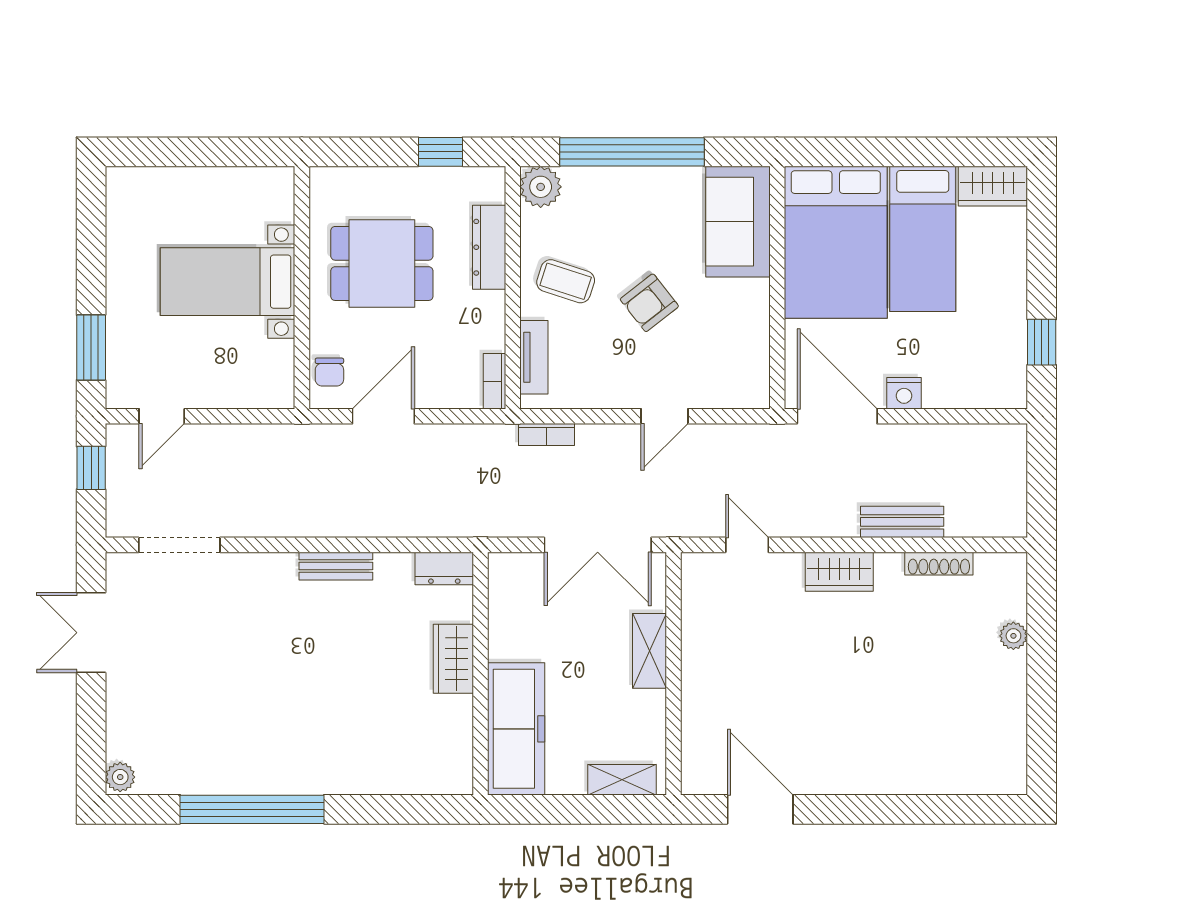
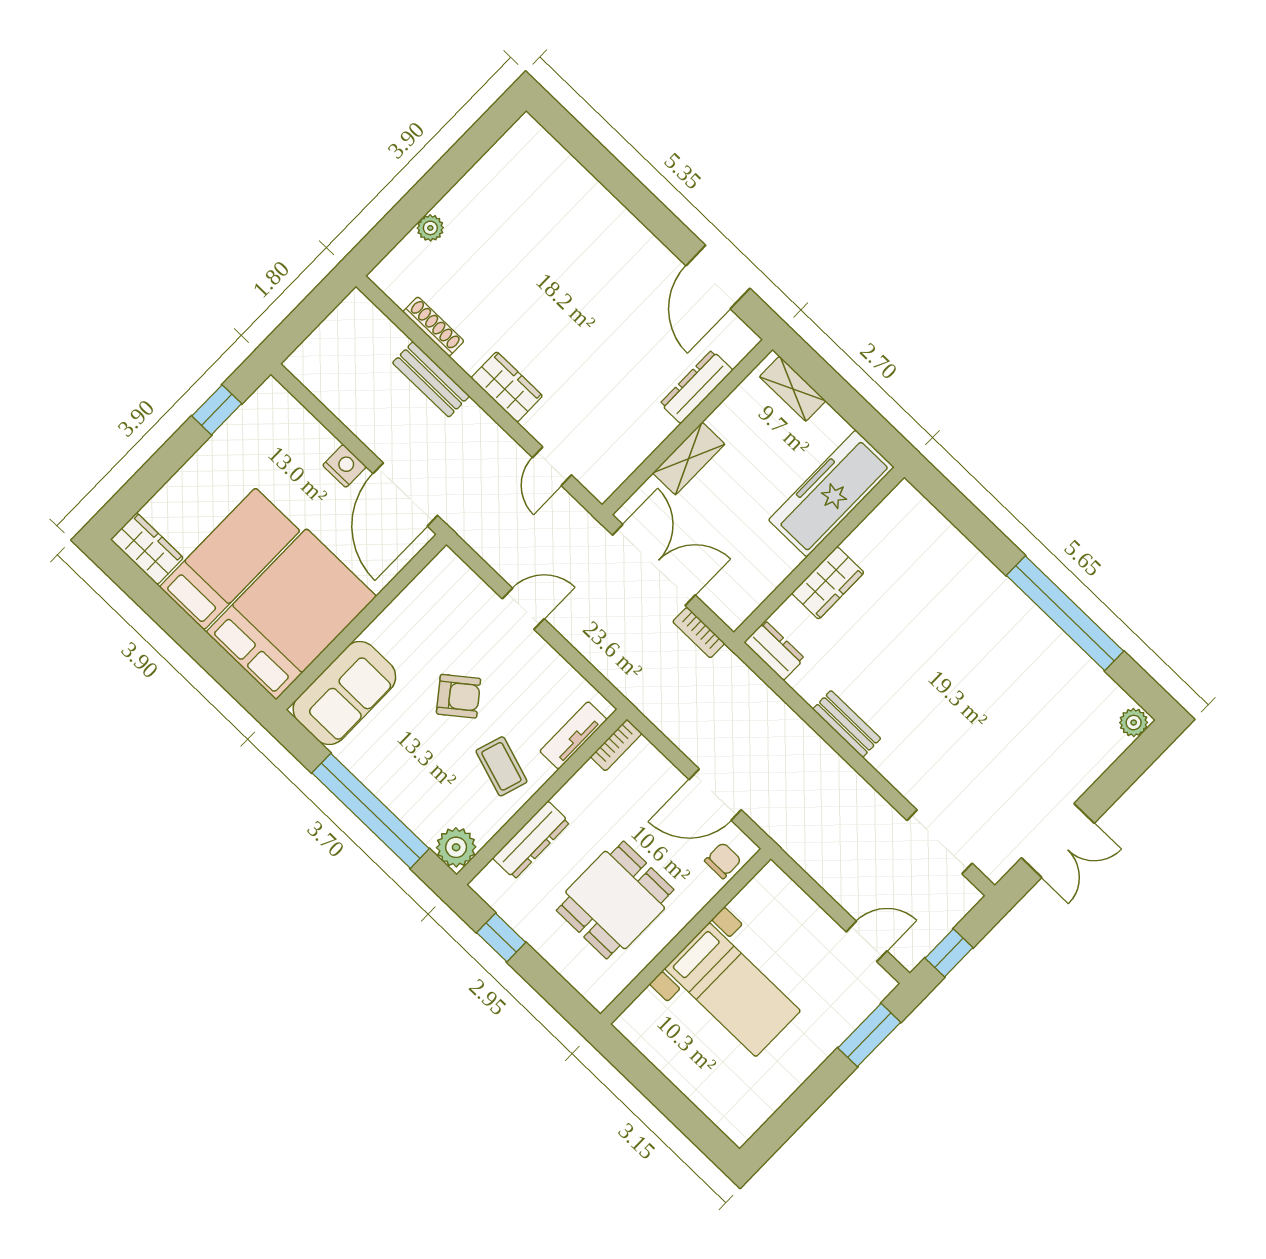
dining table: (382, 263) -> (615, 900), turned 90
bookcase: (547, 435) -> (699, 633), moved, turned 180
dresser: (696, 711) -> (696, 387), added

